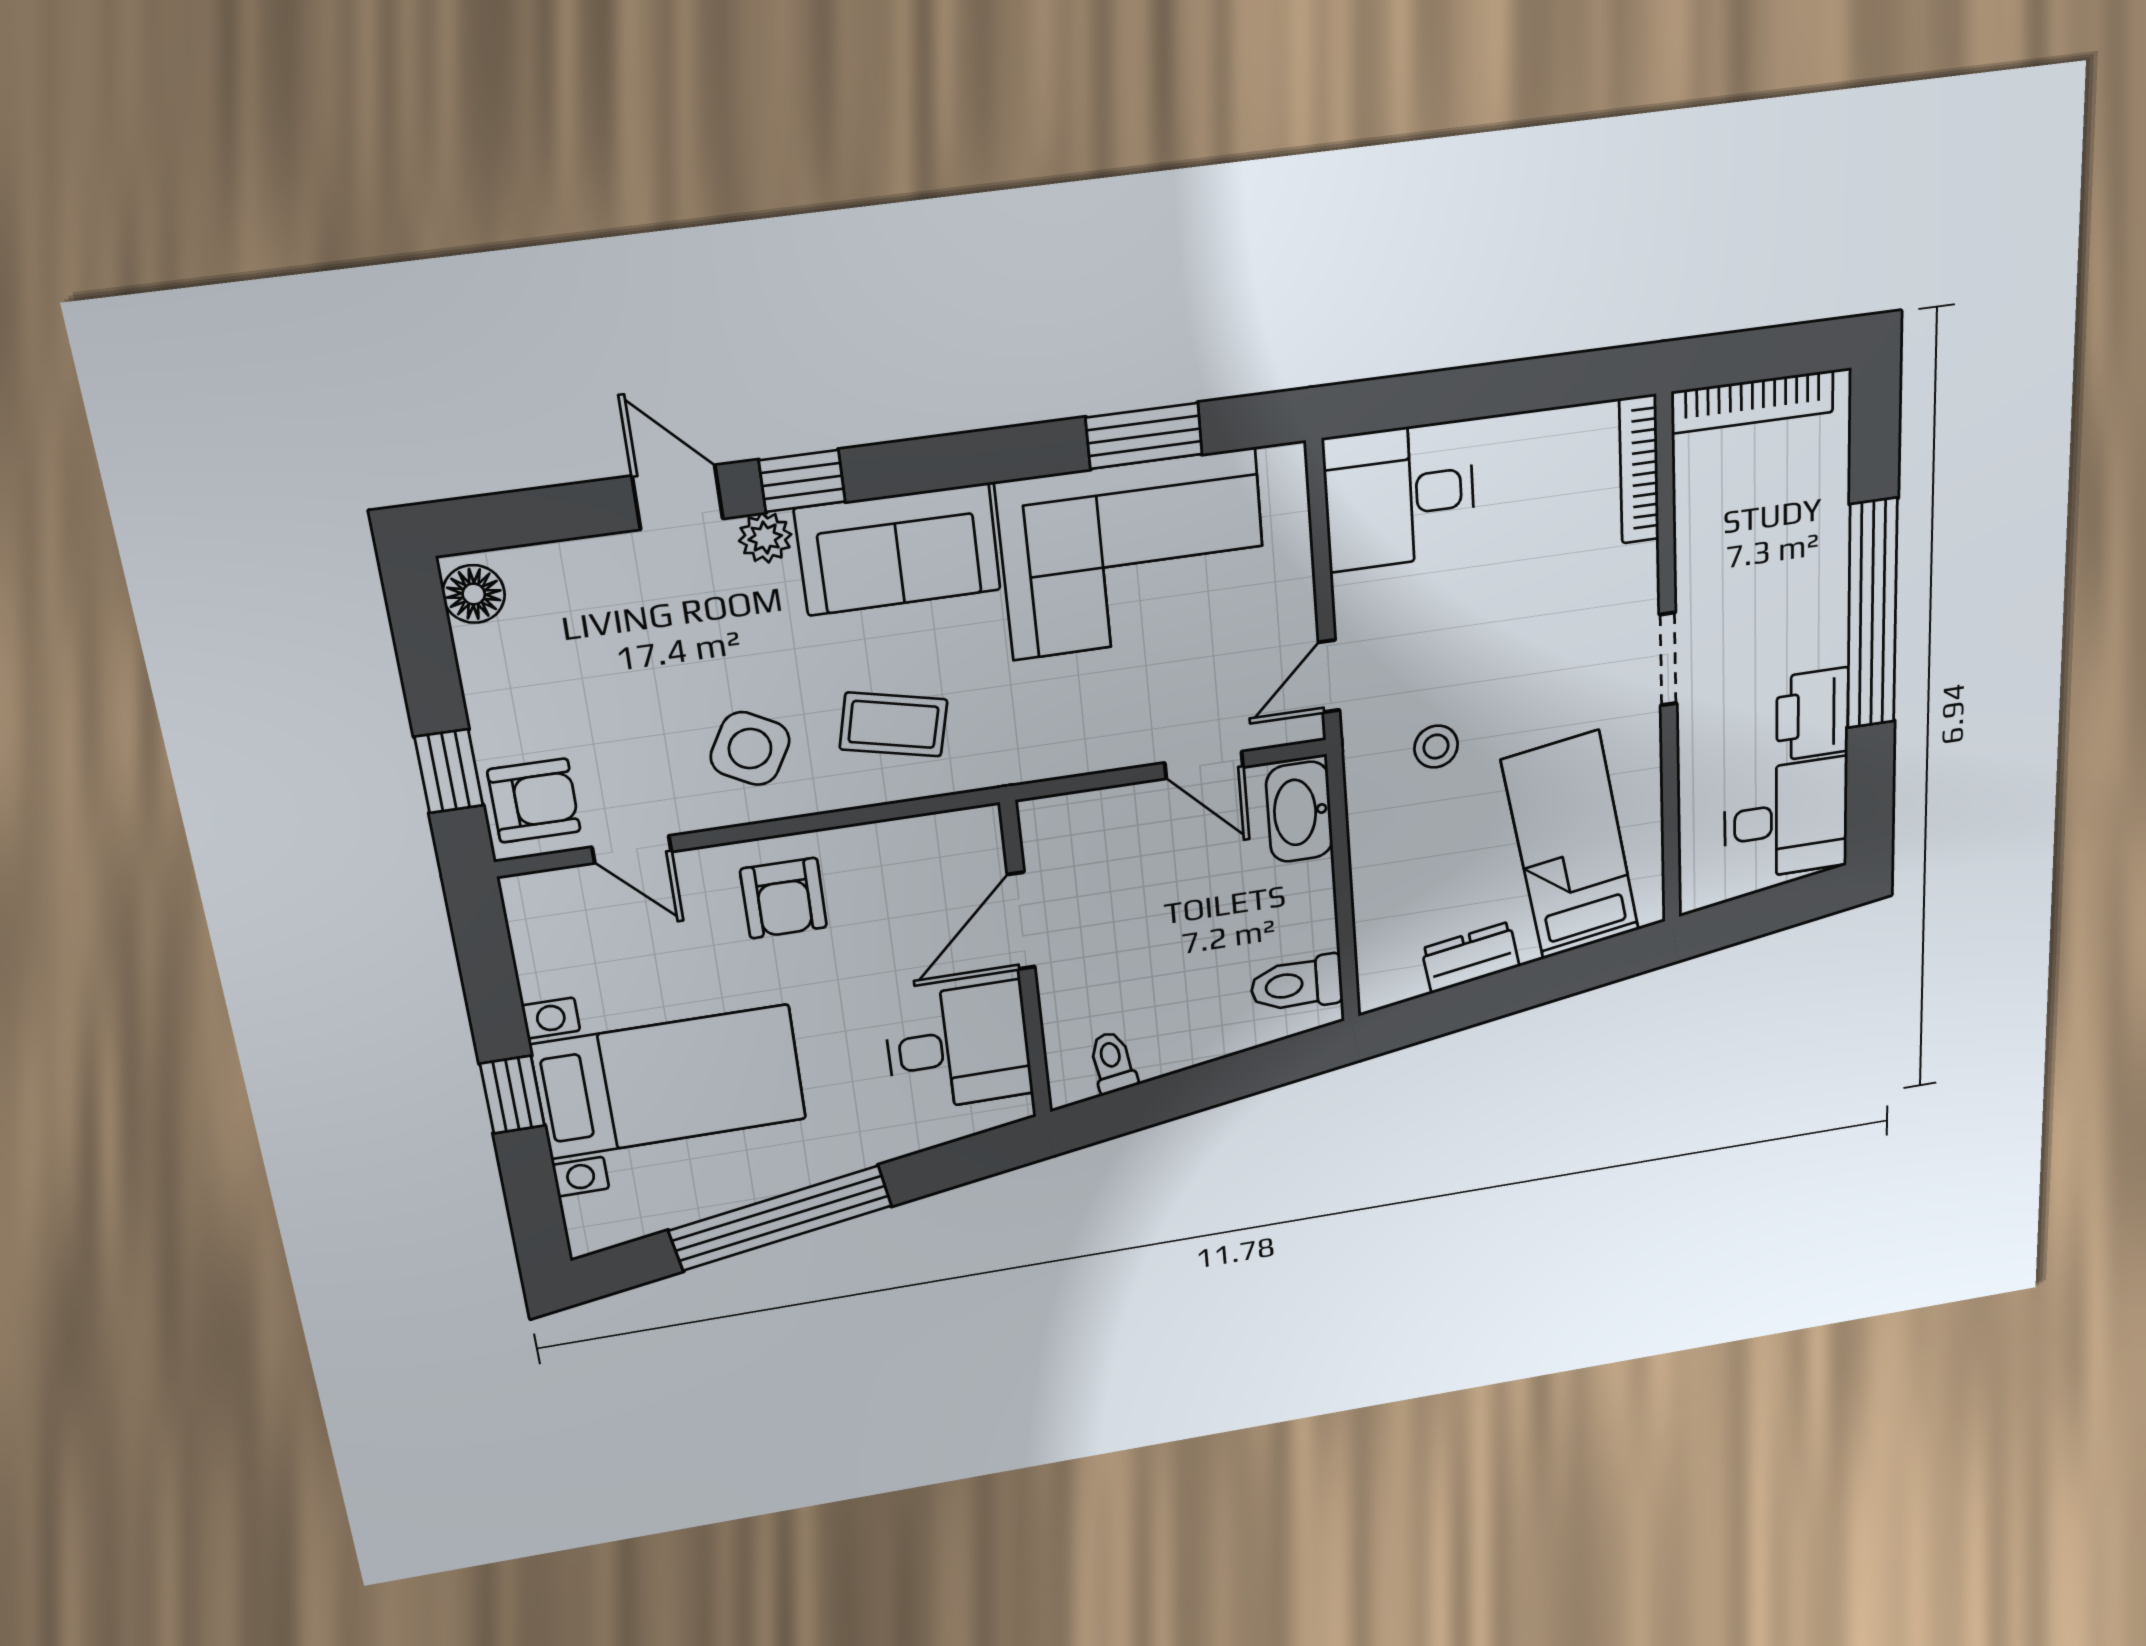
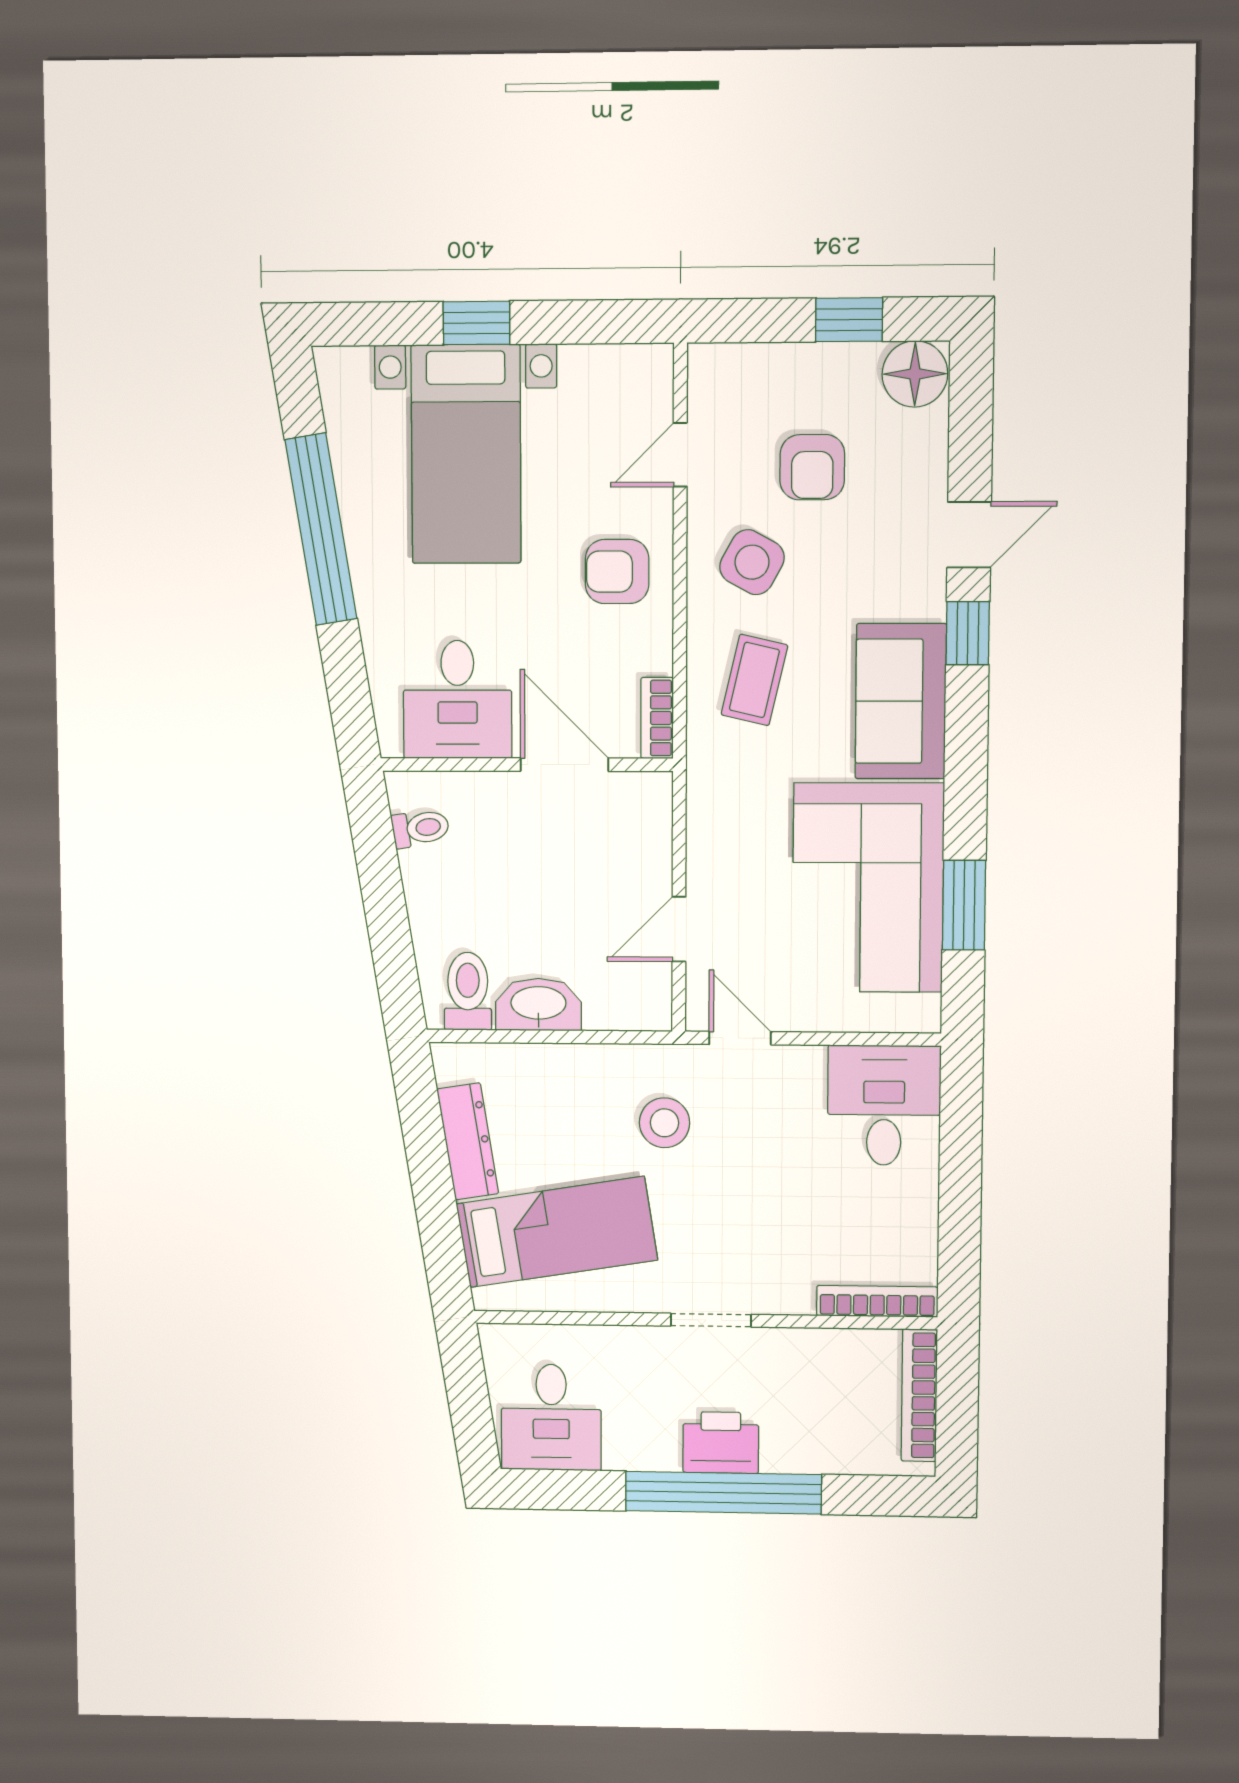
plant: (765, 538) -> (926, 598), removed
floor lamp: (474, 594) -> (915, 374), width x1.38, depth x1.38
printer: (1813, 714) -> (721, 1443), moved
stool: (1436, 747) -> (664, 1123), width x1.37, depth x1.37
window: (449, 771) -> (849, 320), moved
armchair: (534, 801) -> (812, 467), moved
washbasin: (1299, 812) -> (538, 1004), moved
bookcase: (953, 827) -> (657, 718), added
dresser: (1470, 958) -> (468, 1141), width x1.44

